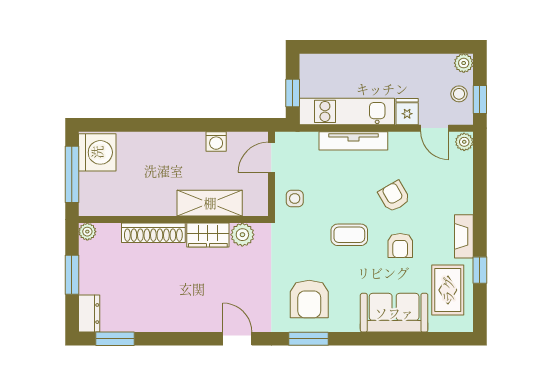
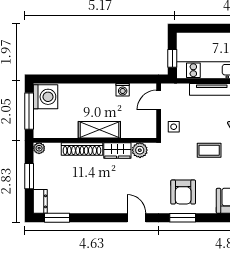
shelving: (210, 203) -> (99, 130), moved

